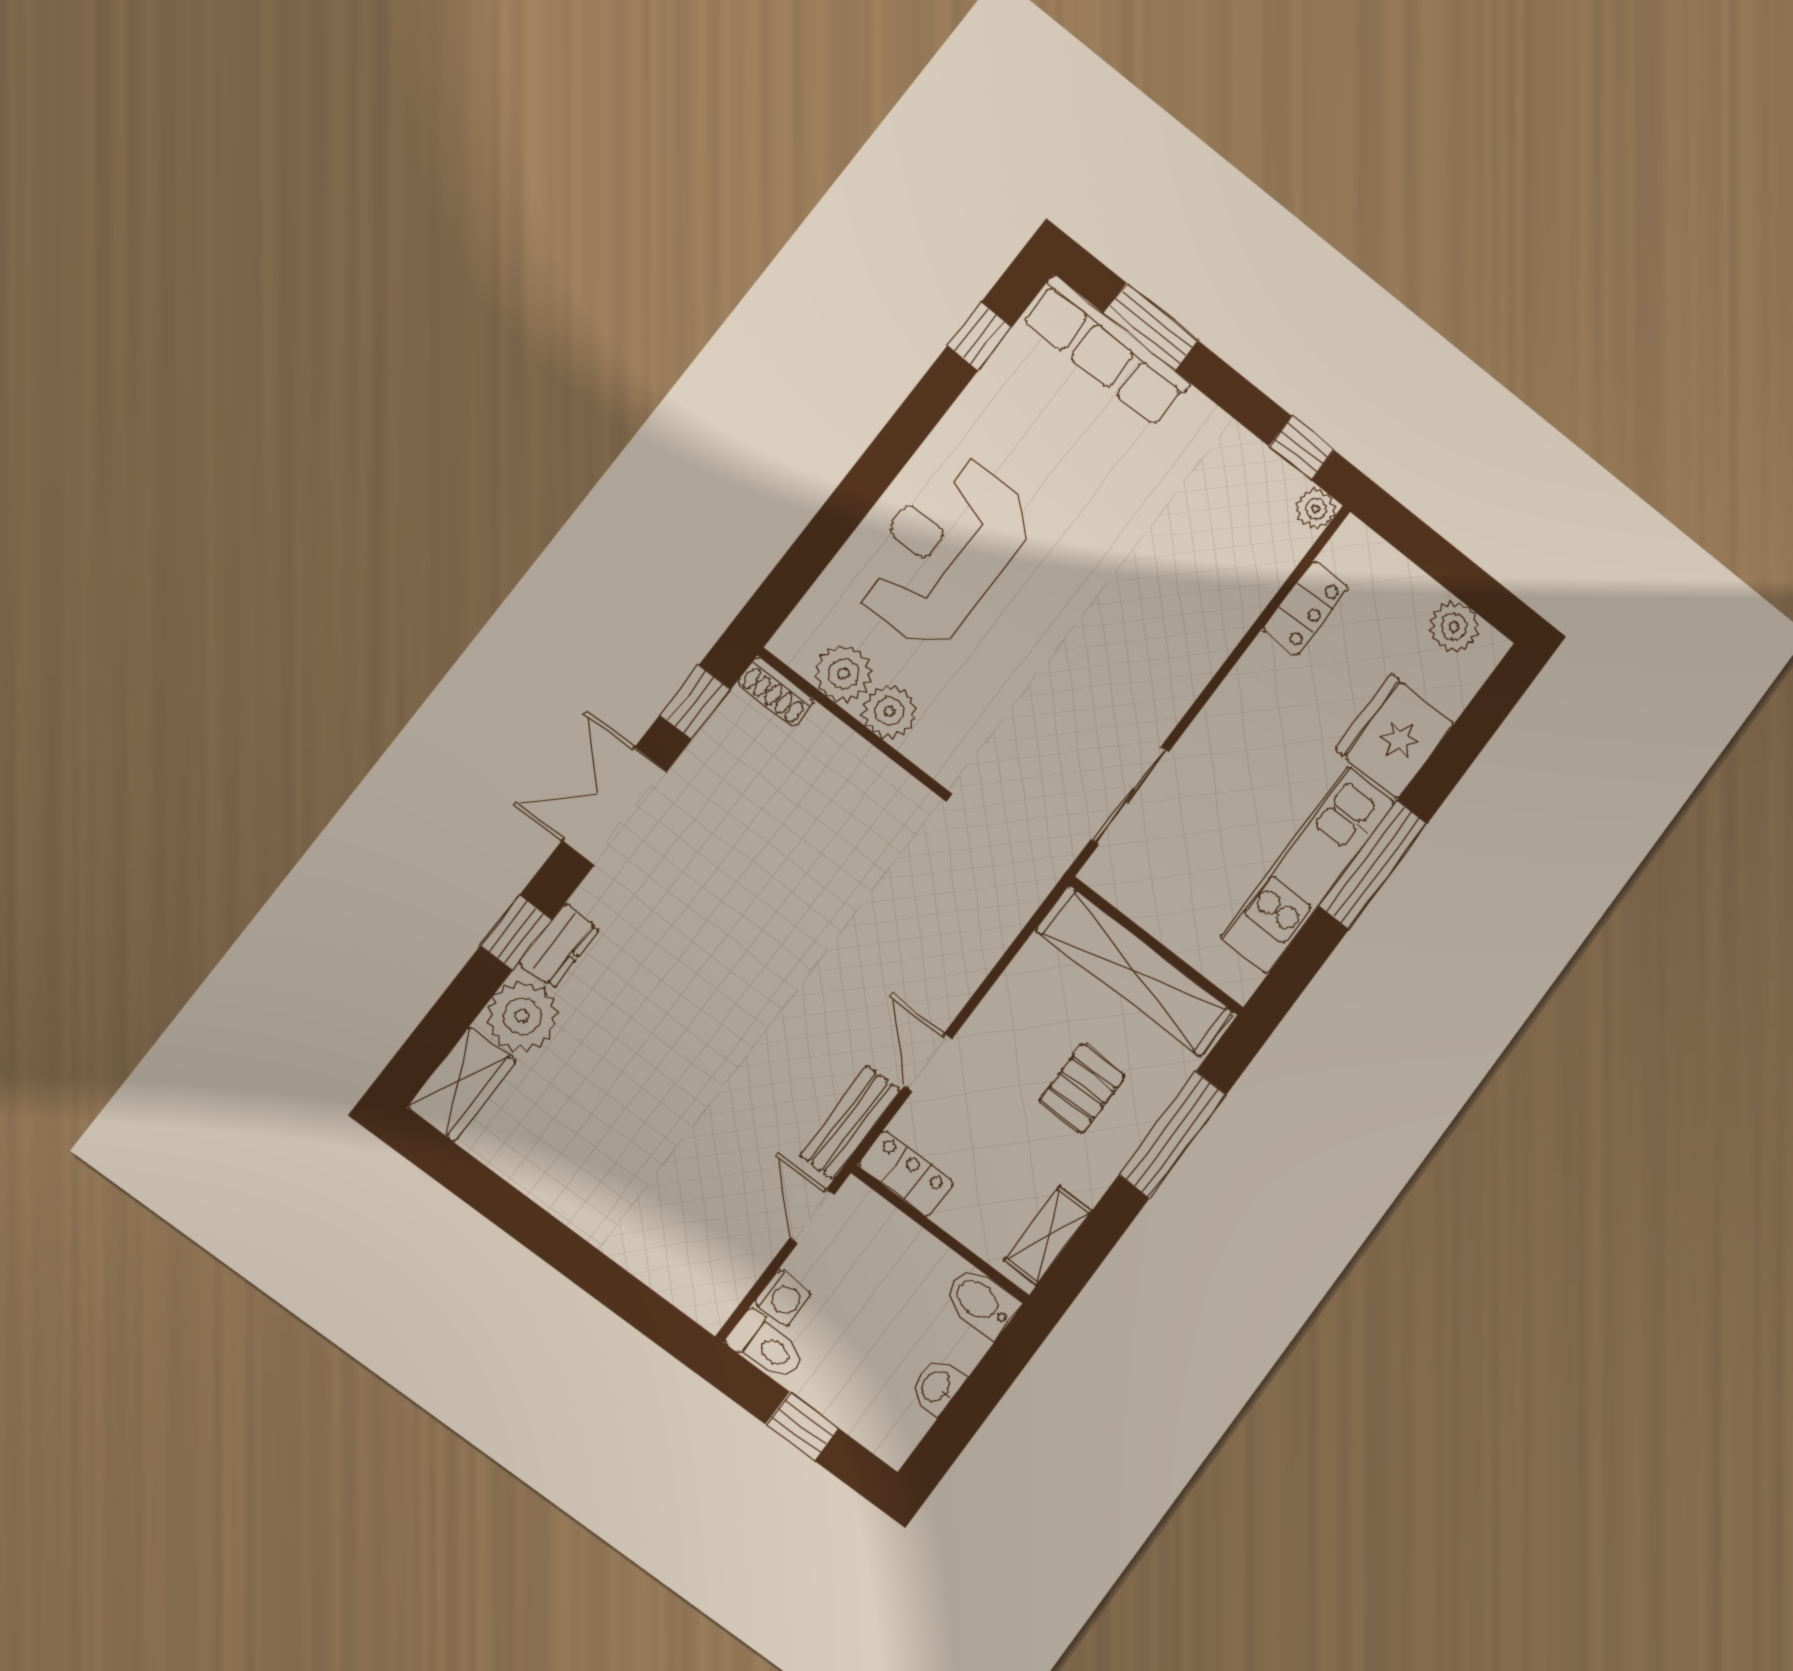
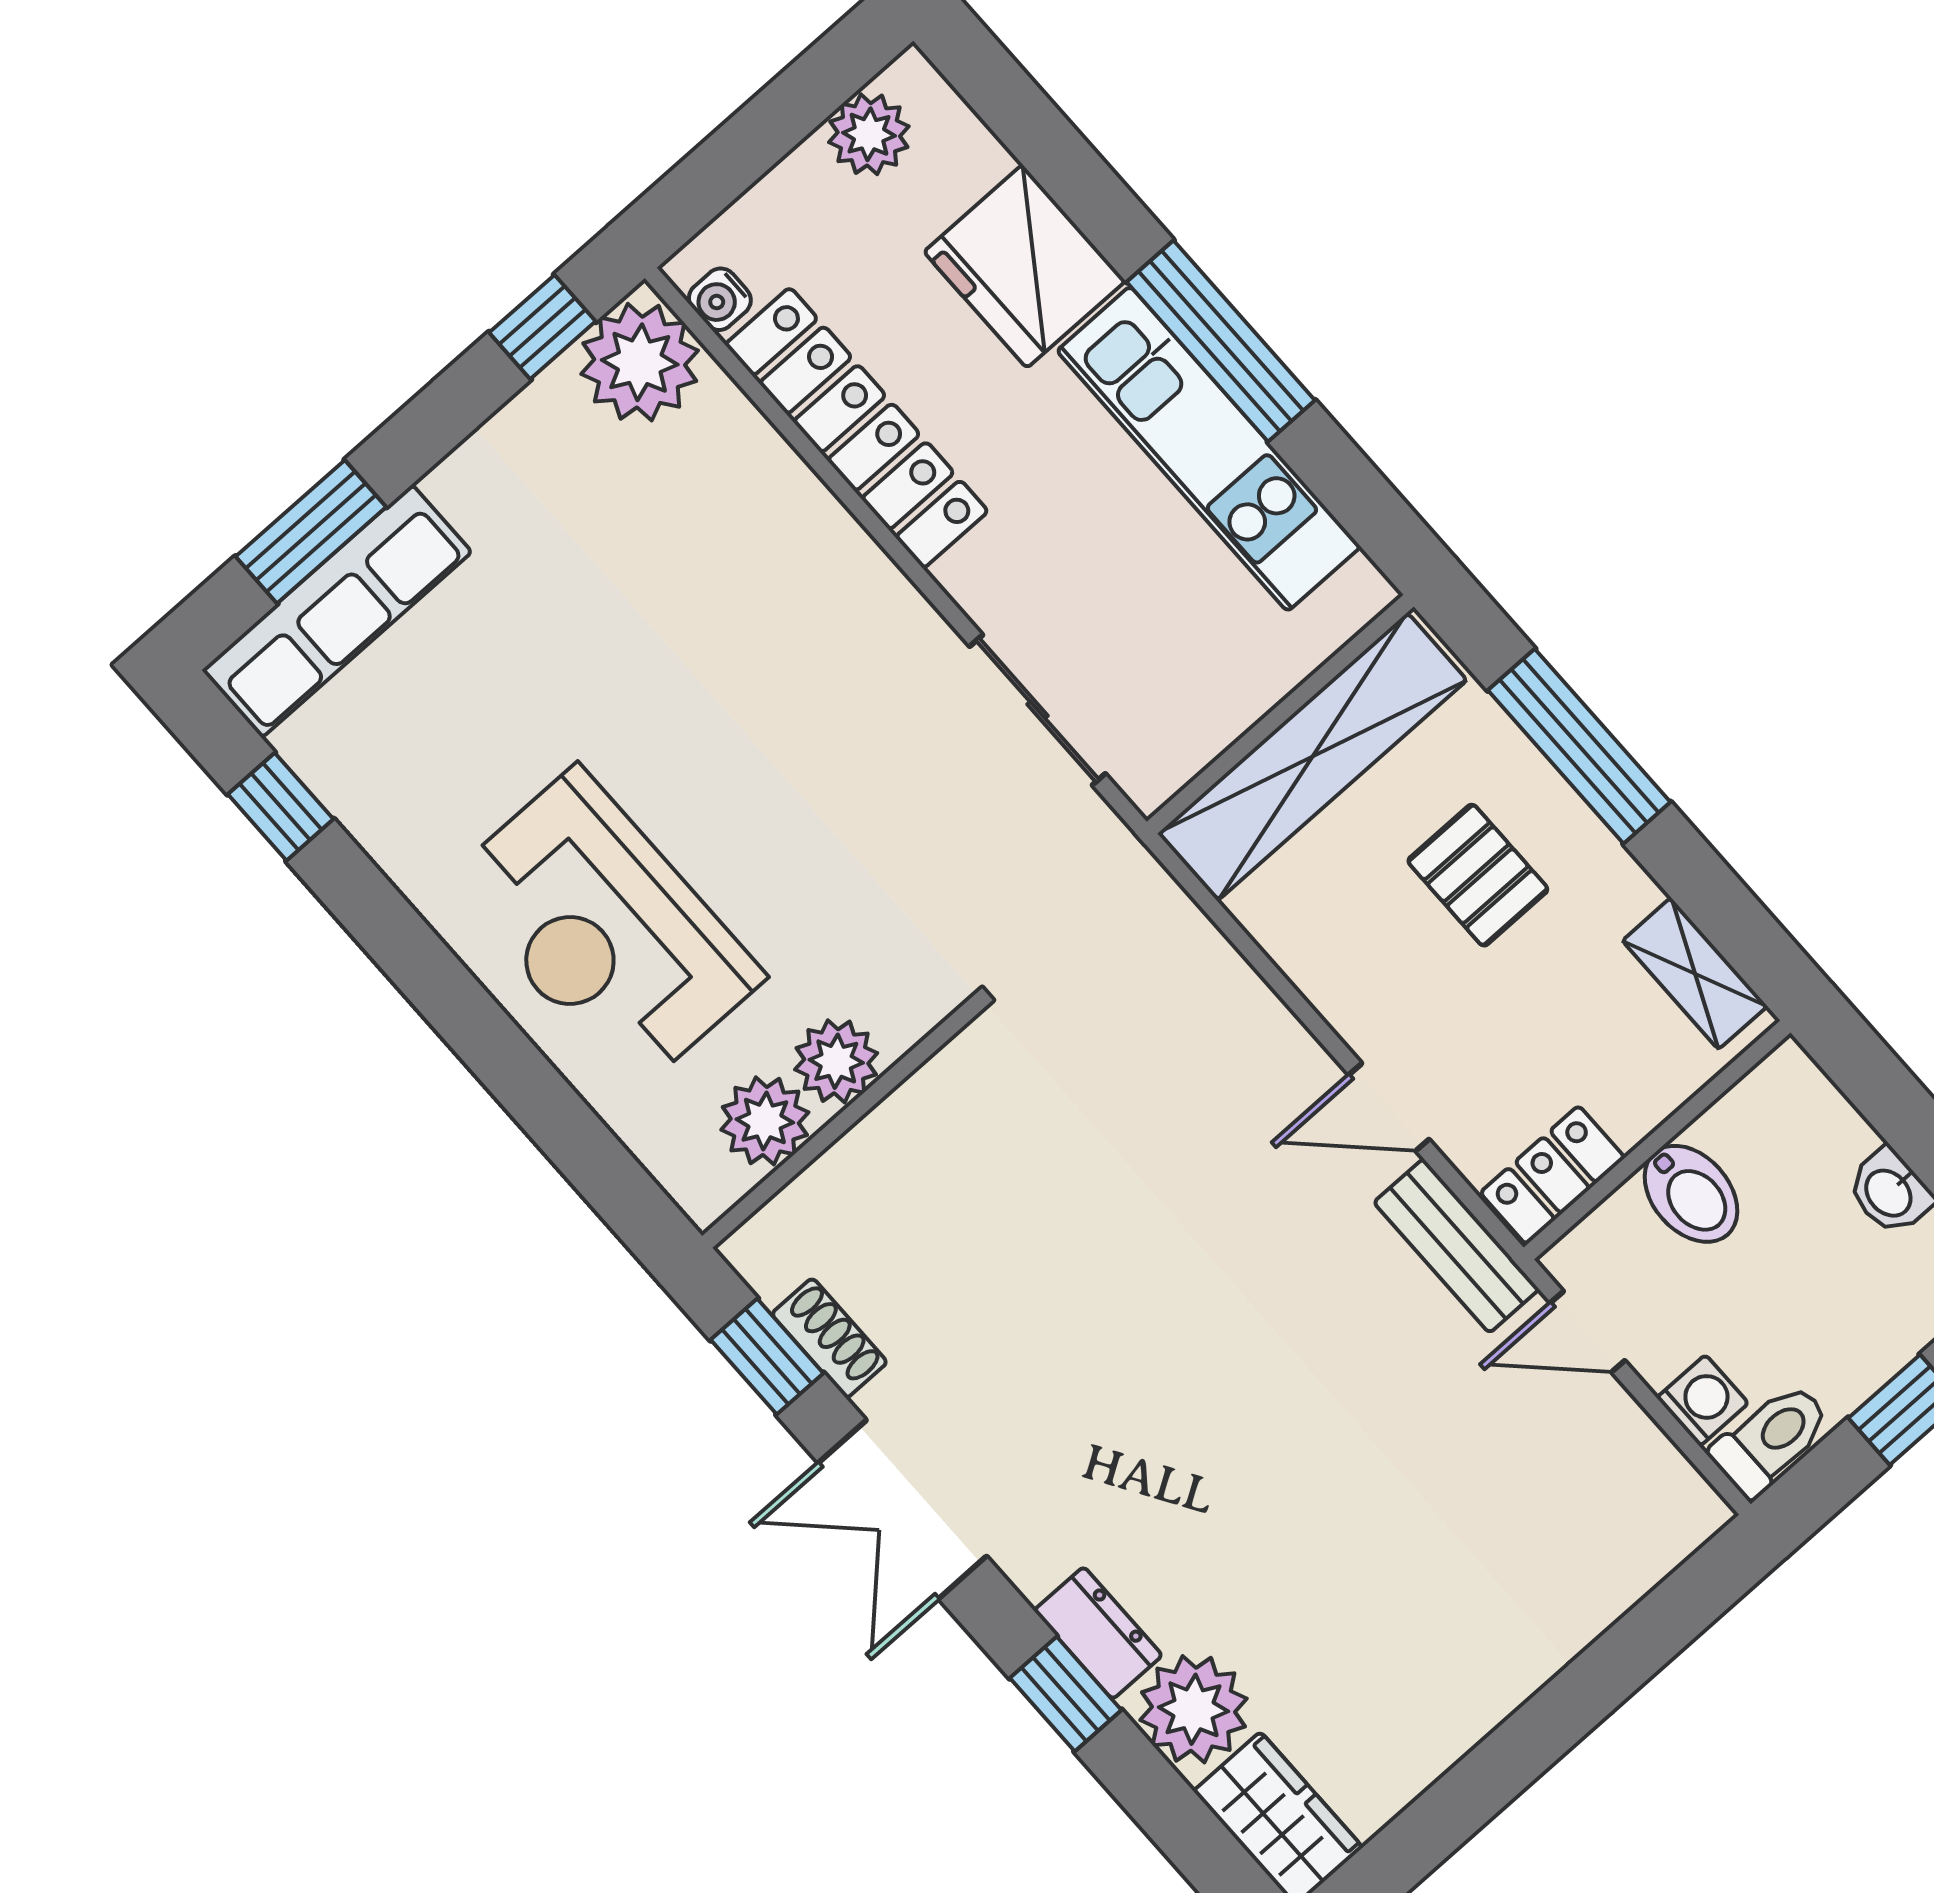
plant: (1316, 509) -> (640, 362), width x1.87, depth x1.87
water cooler: (1339, 554) -> (720, 299), added
locker: (1305, 608) -> (857, 428), width x2.16, depth x1.21
shoe rack: (776, 692) -> (829, 1338), moved, turned -90
bidet: (981, 1302) -> (1691, 1194), moved, turned -90

